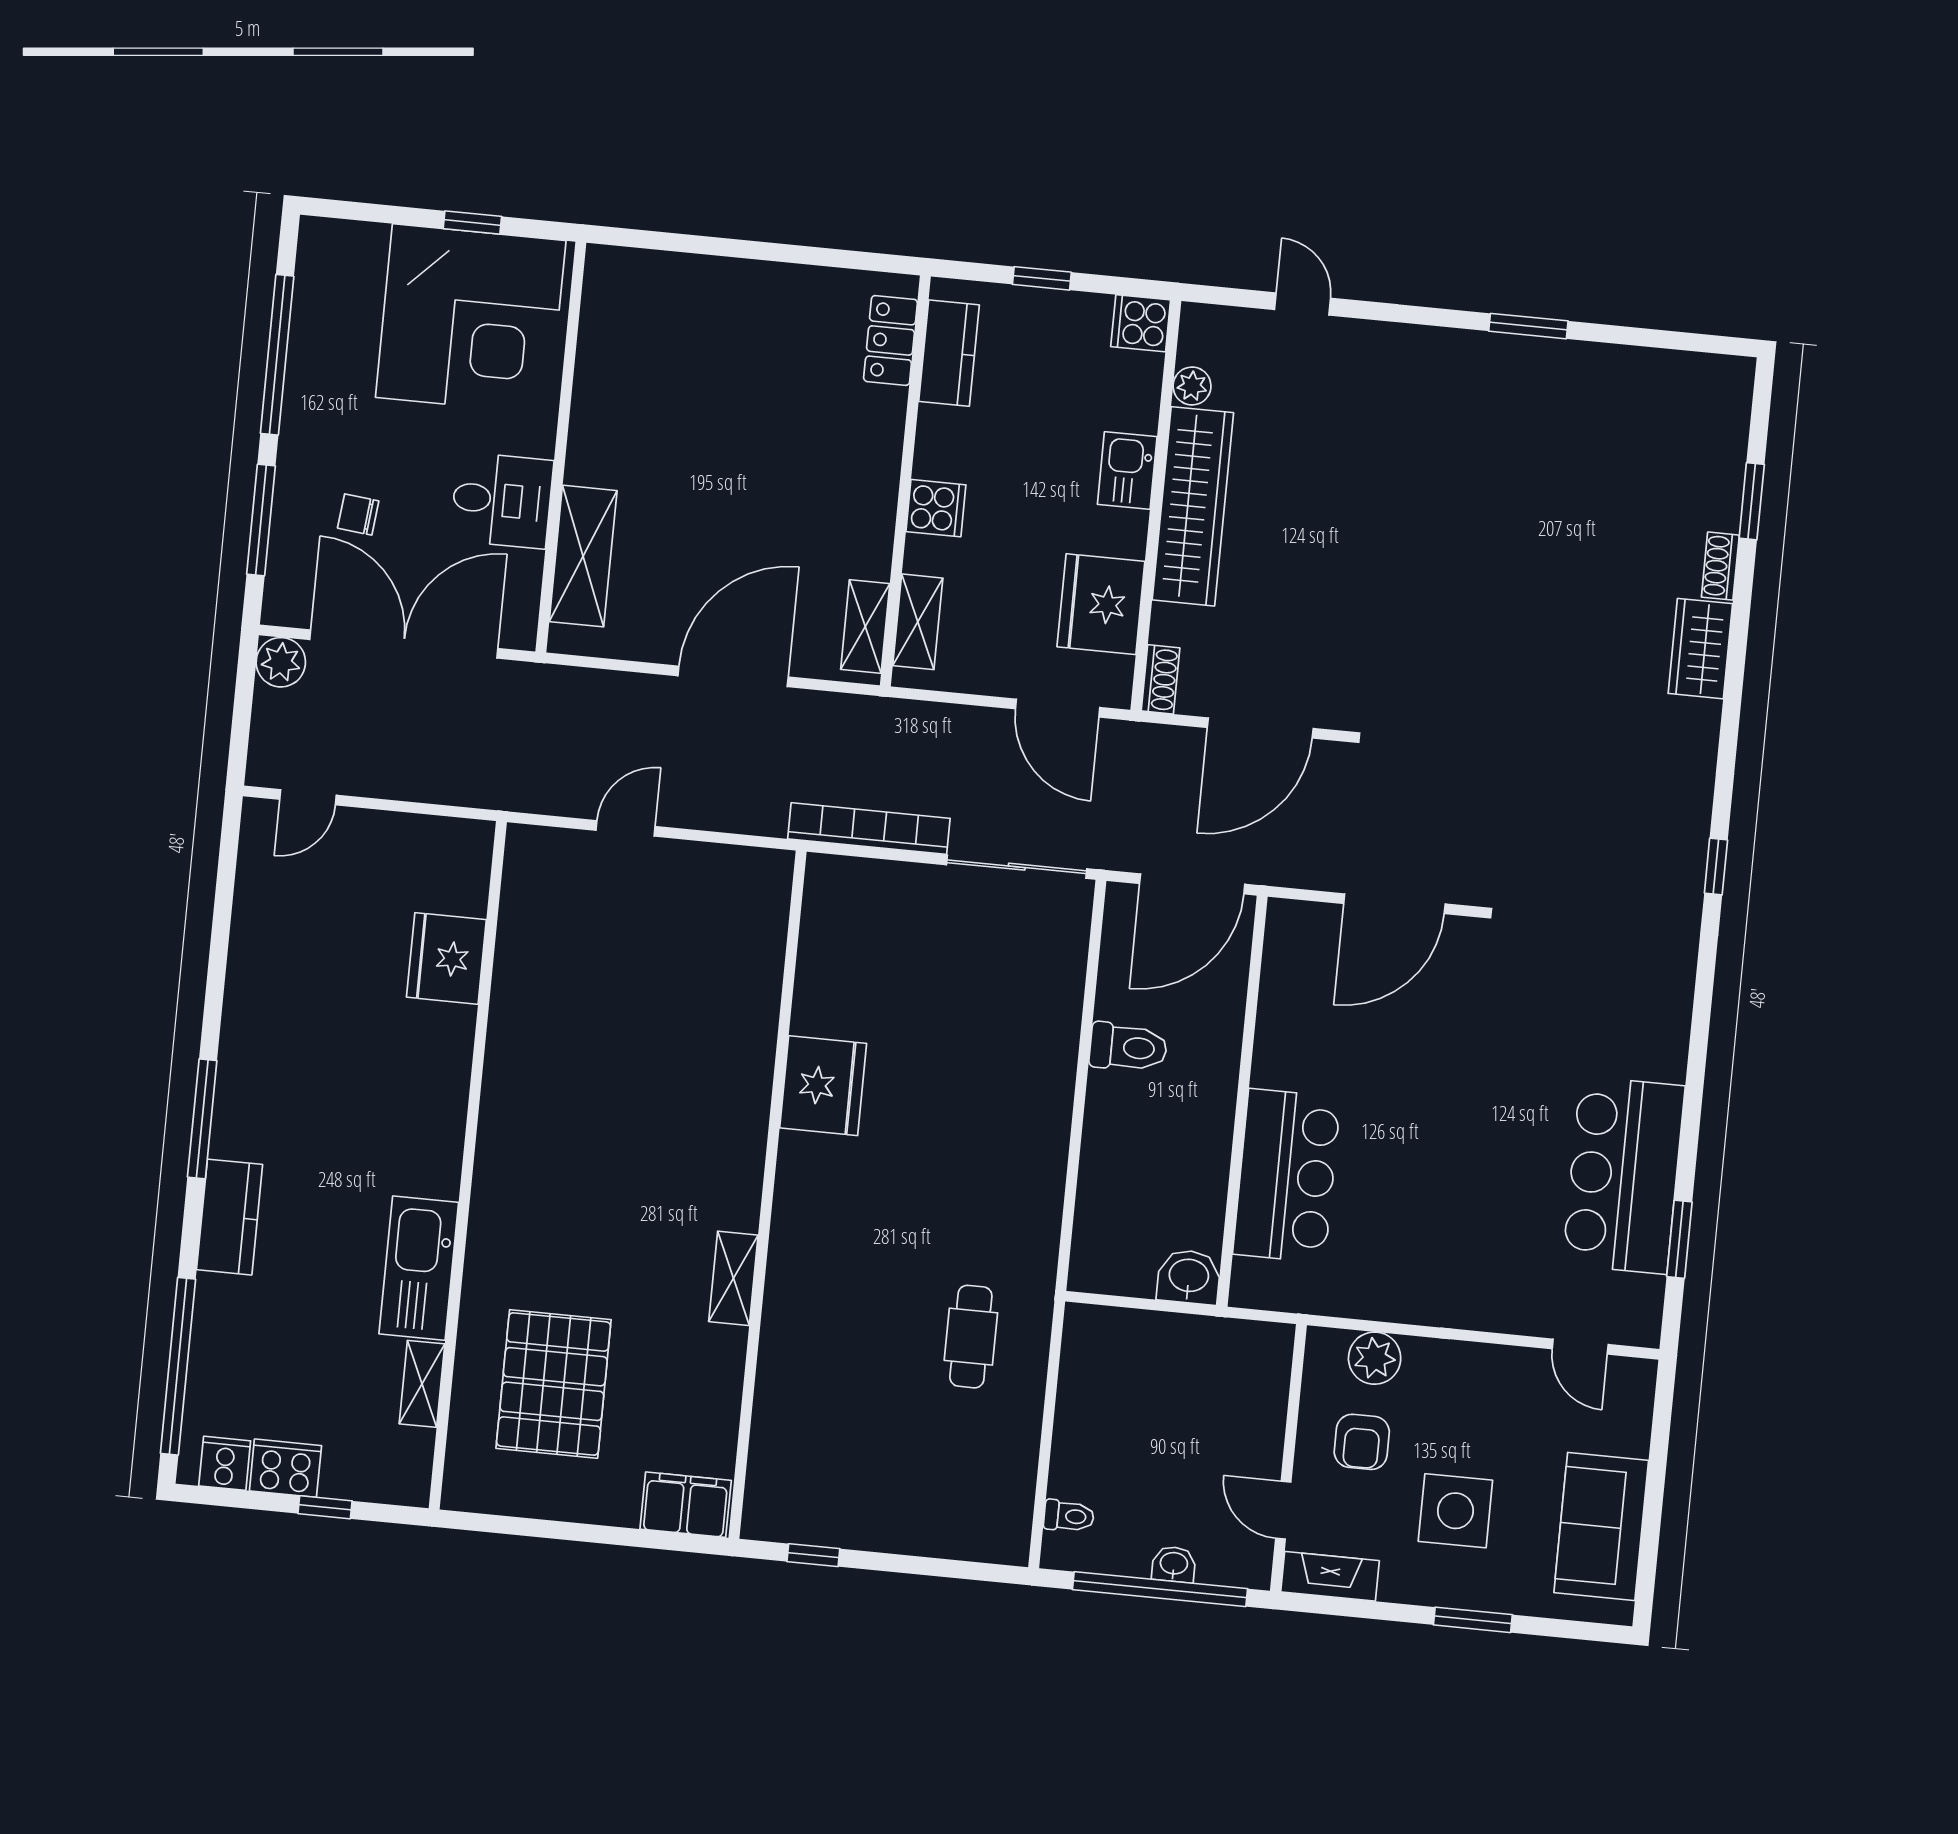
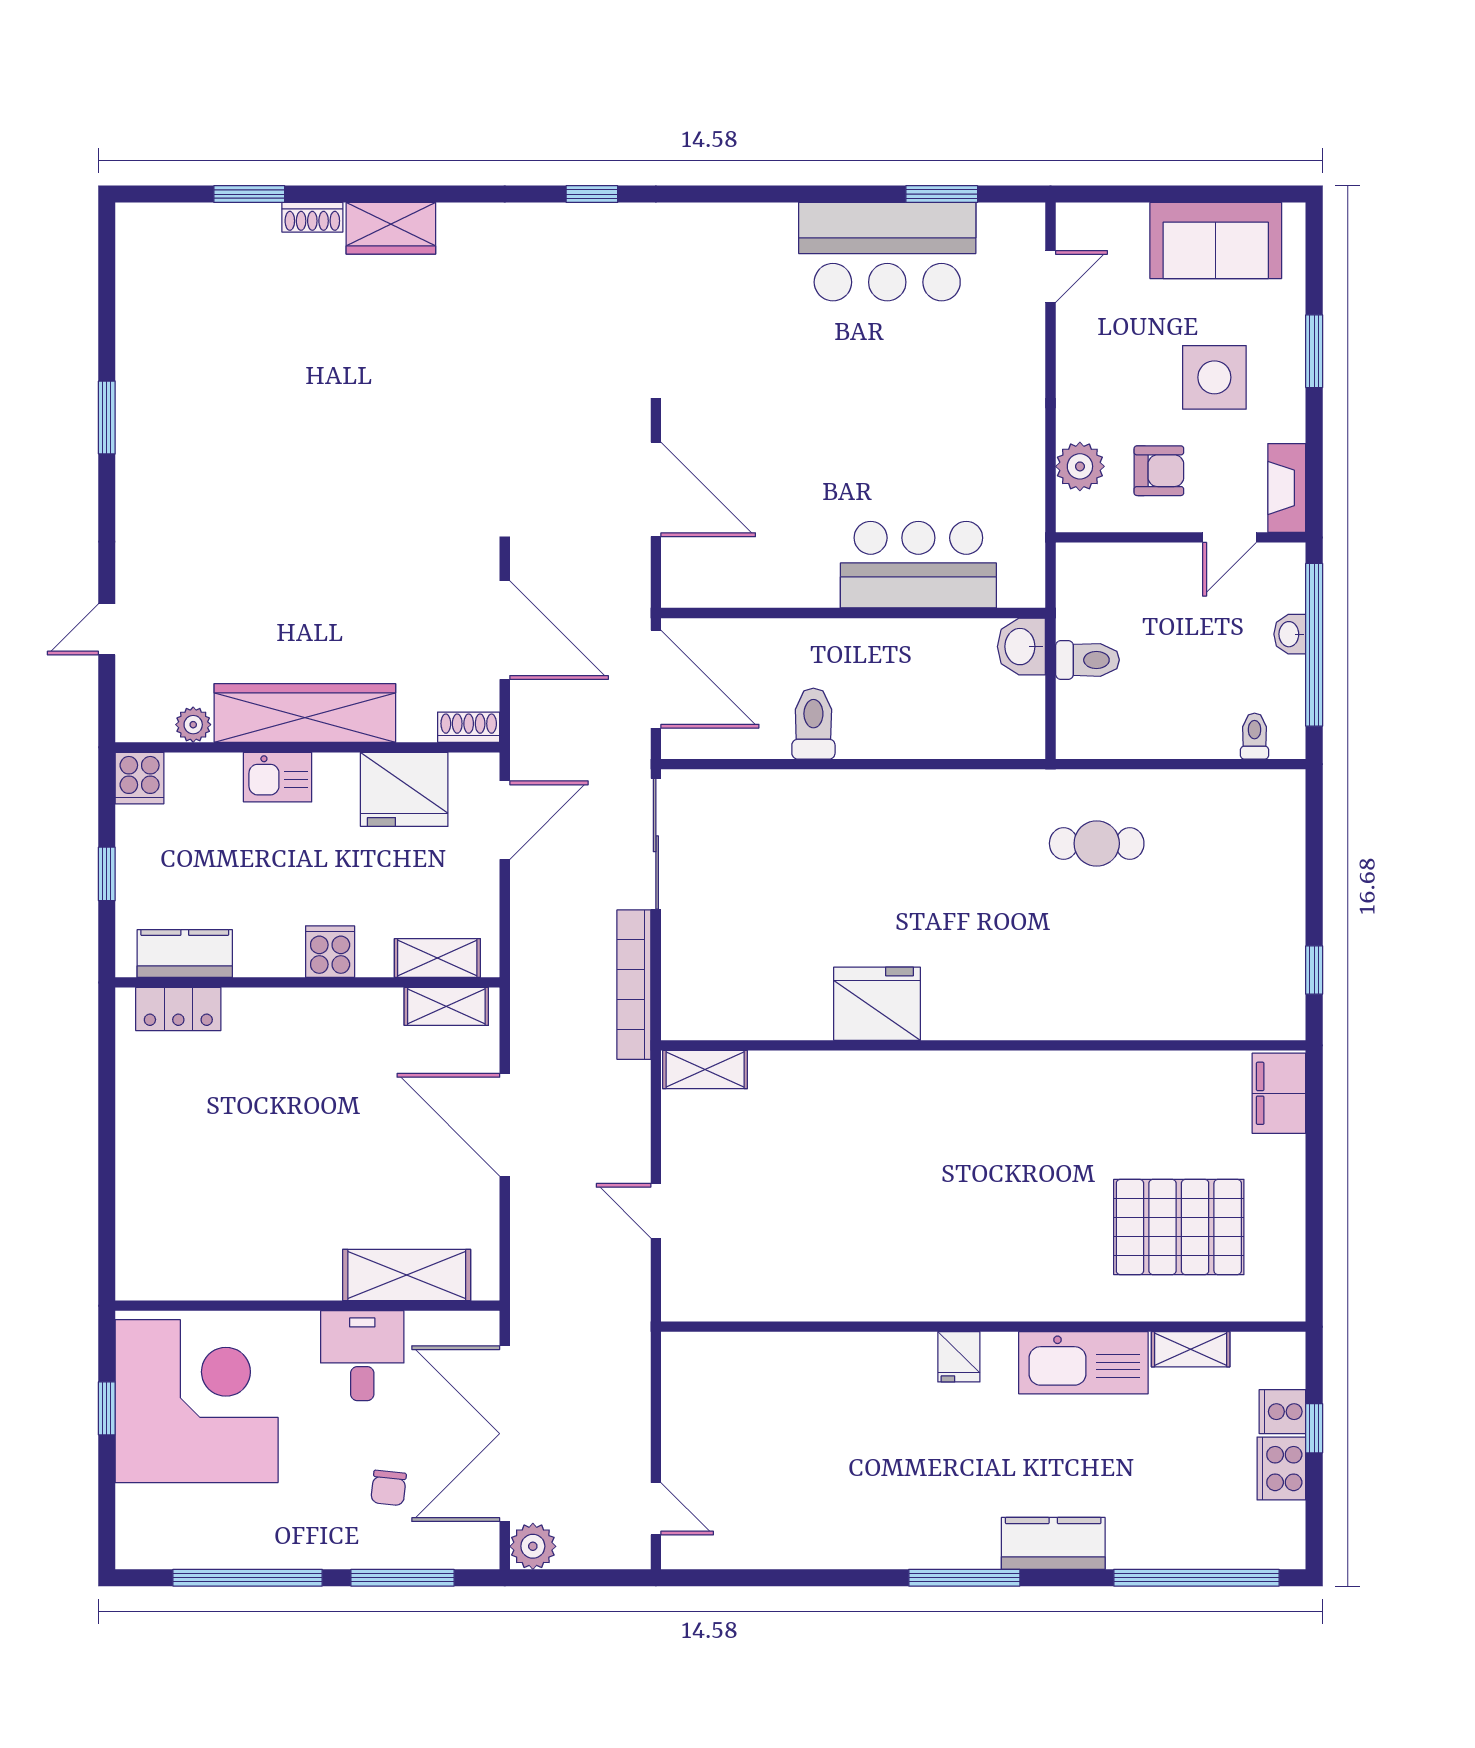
fridge: (446, 958) -> (959, 1357), moved, width x0.53, depth x0.75
shelving: (733, 1278) -> (705, 1070), moved
toilet: (1167, 1346) -> (1087, 660), added
cooker: (225, 1463) -> (1282, 1412), moved

